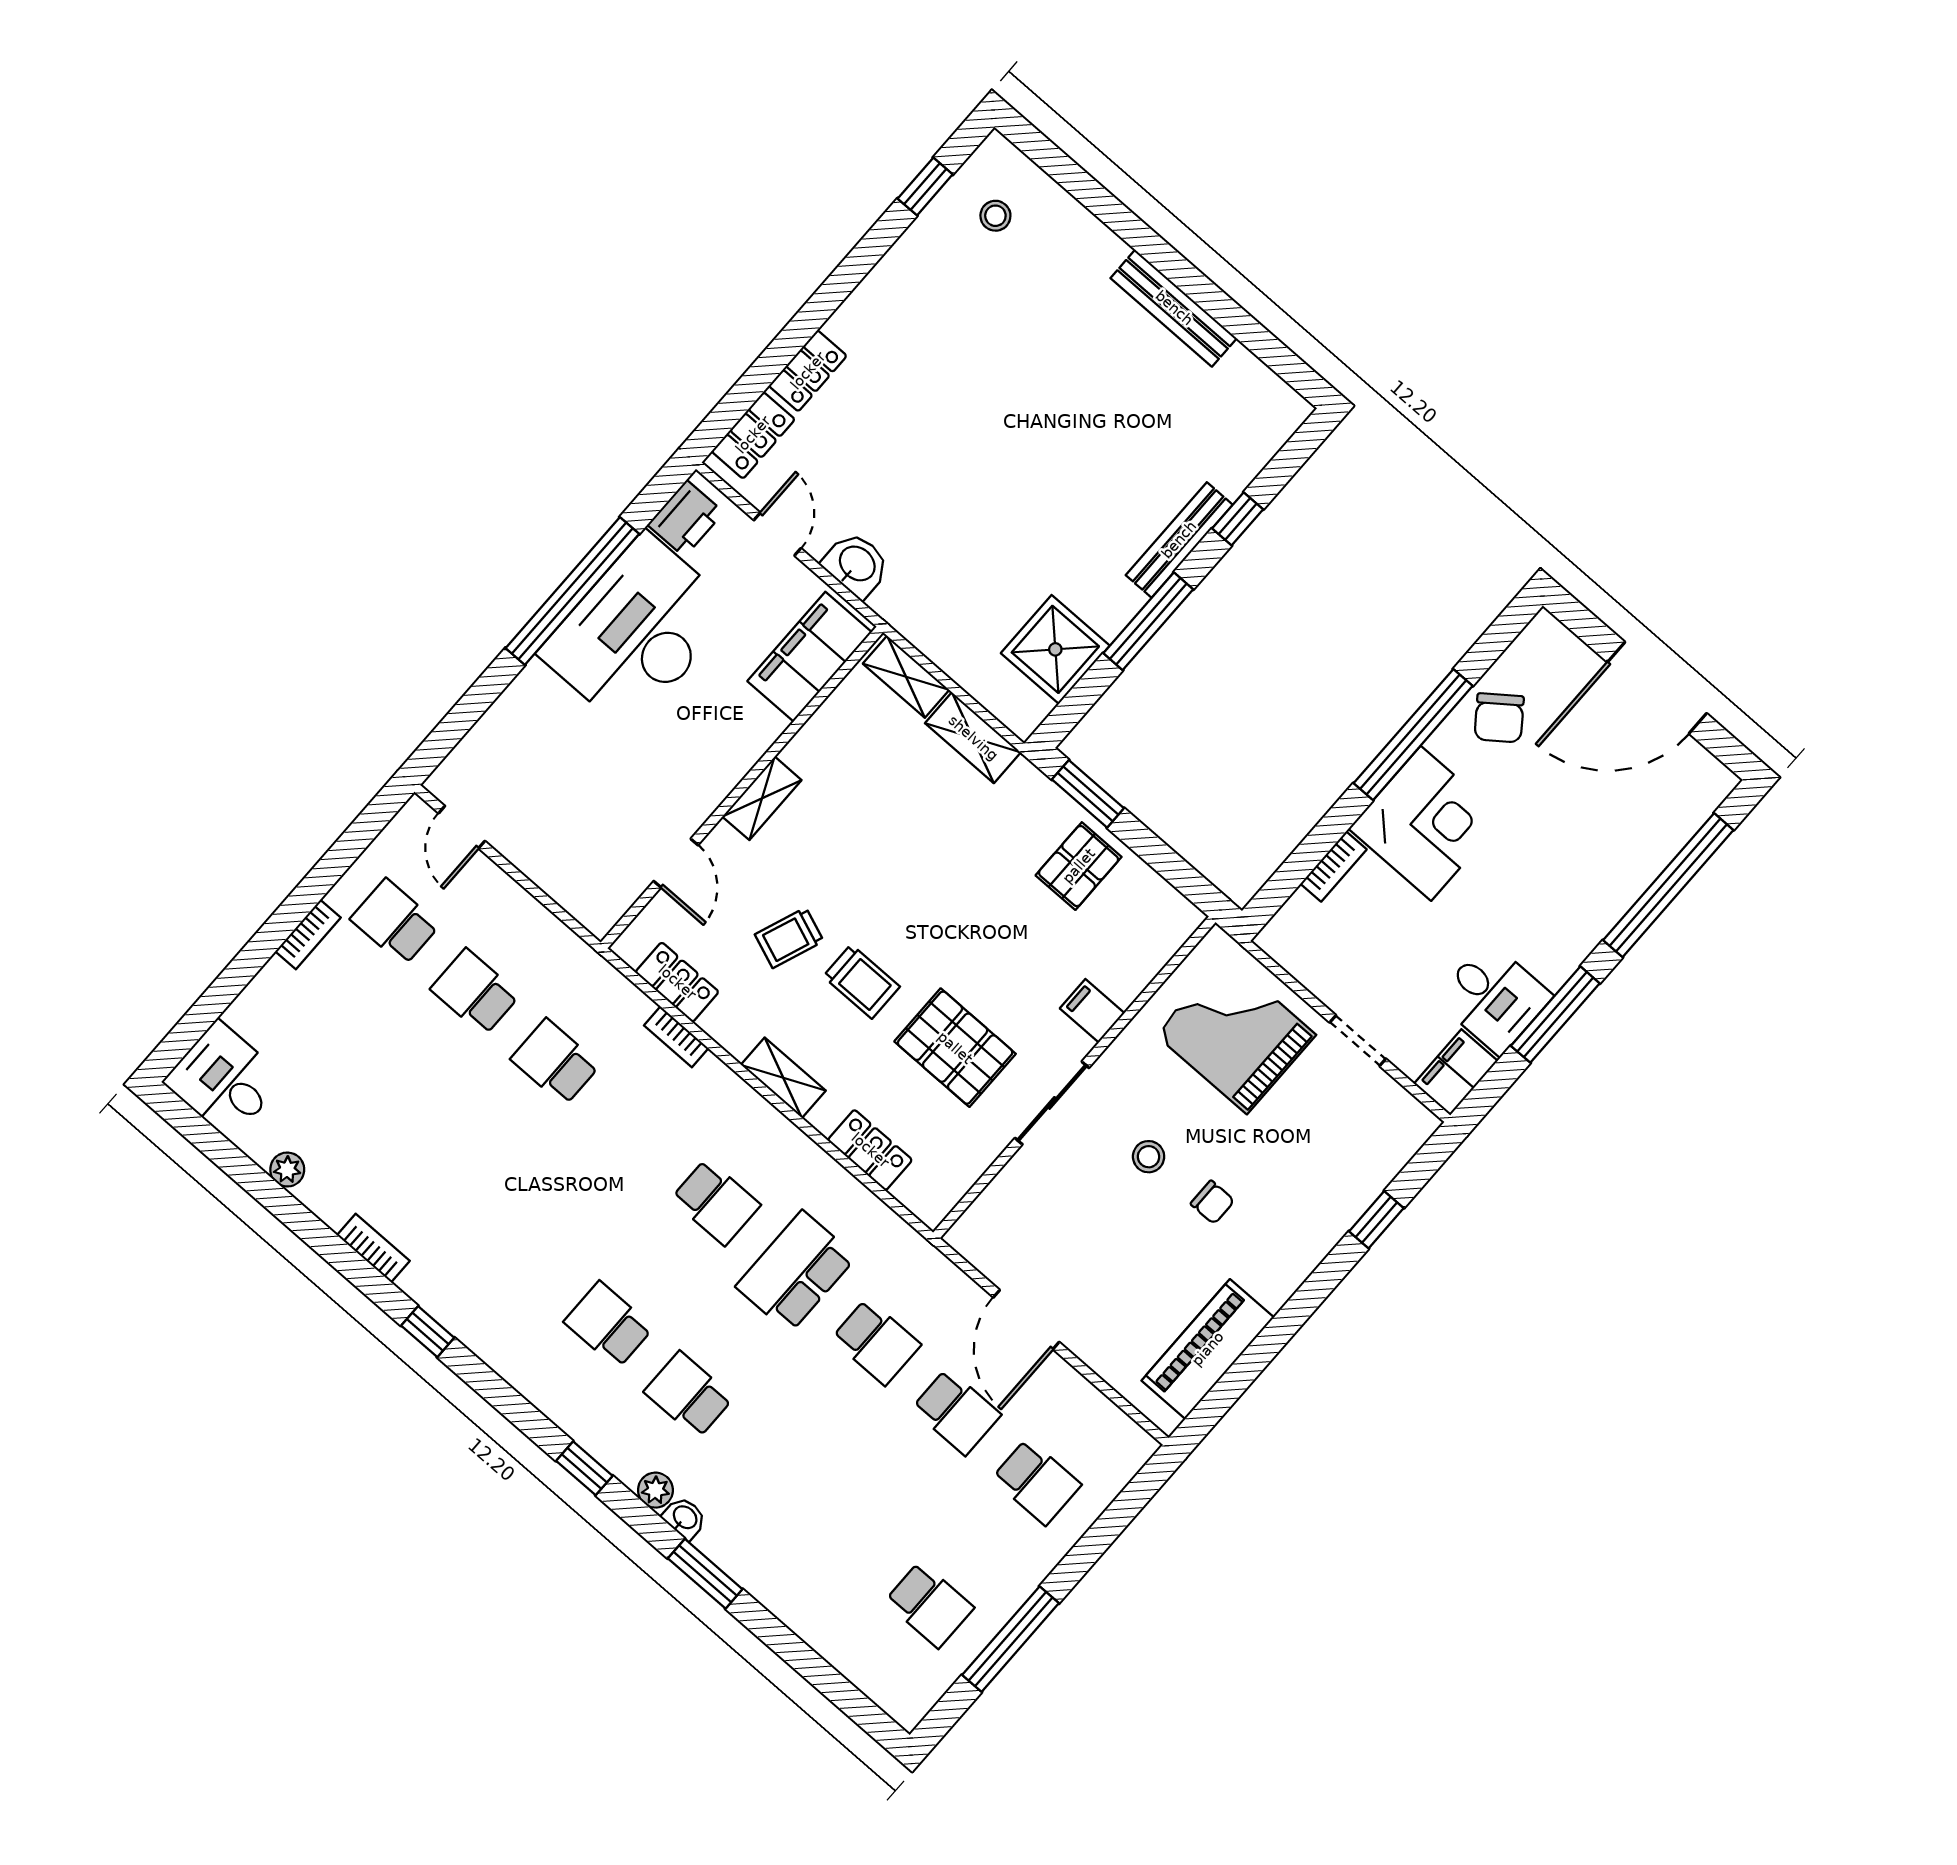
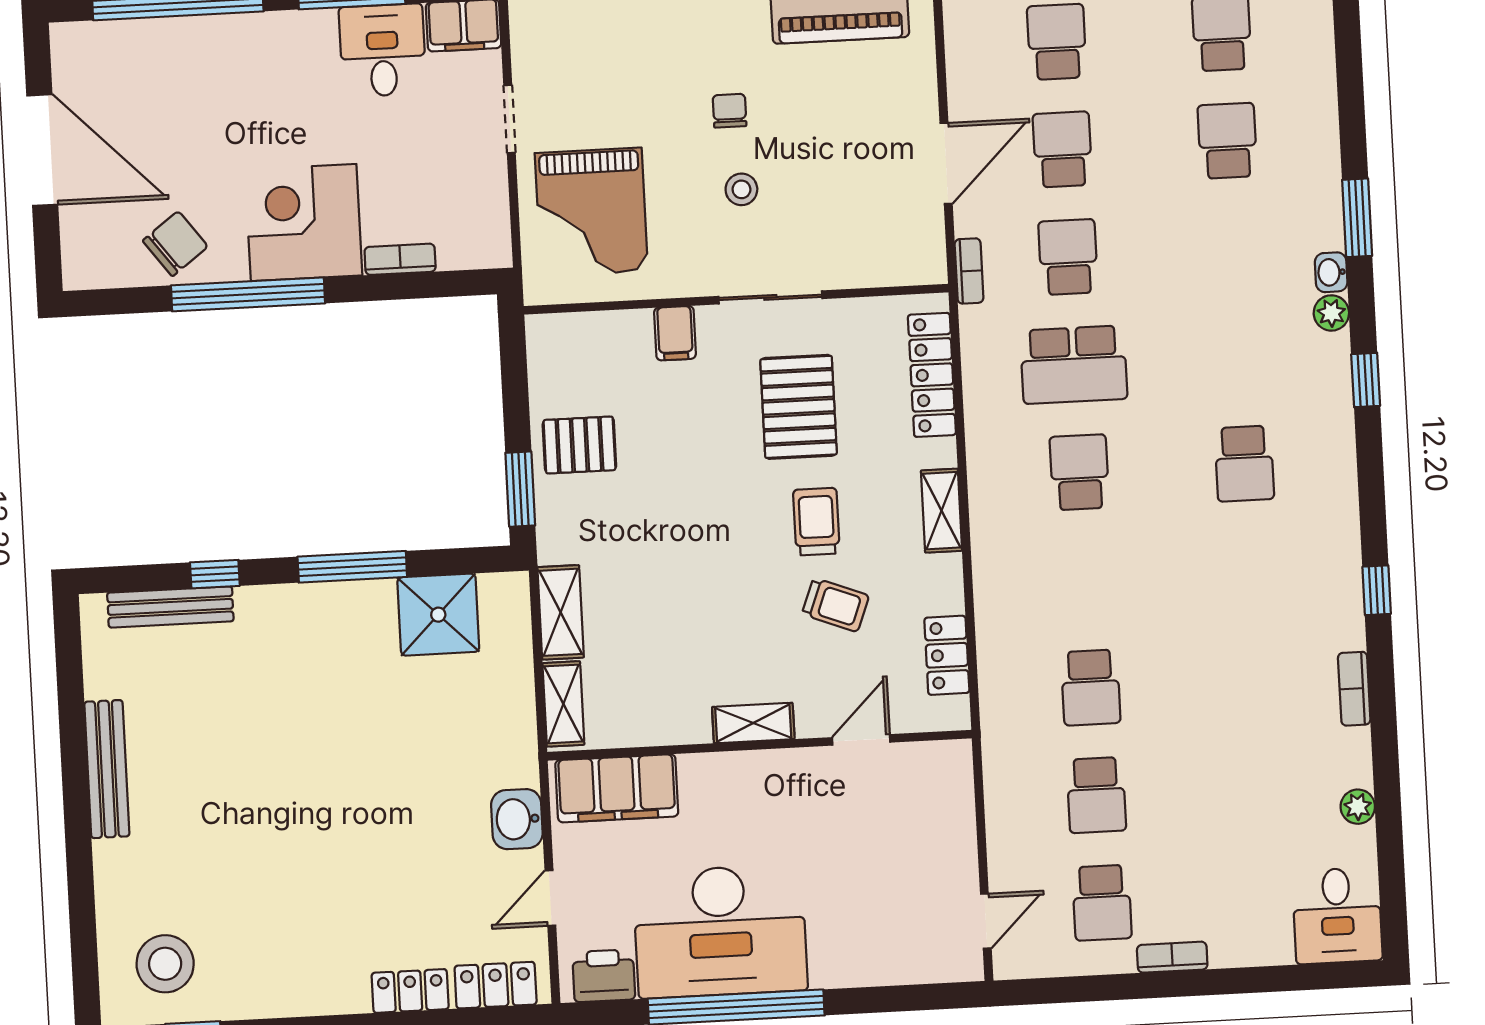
stool: (995, 216) -> (165, 964), width x1.89, depth x1.89
bench: (1179, 540) -> (170, 607), moved
bookcase: (676, 1037) -> (969, 271), moved
locker: (870, 1150) -> (932, 375), width x1.53
school desk: (689, 1395) -> (1227, 141), moved, turned 180

